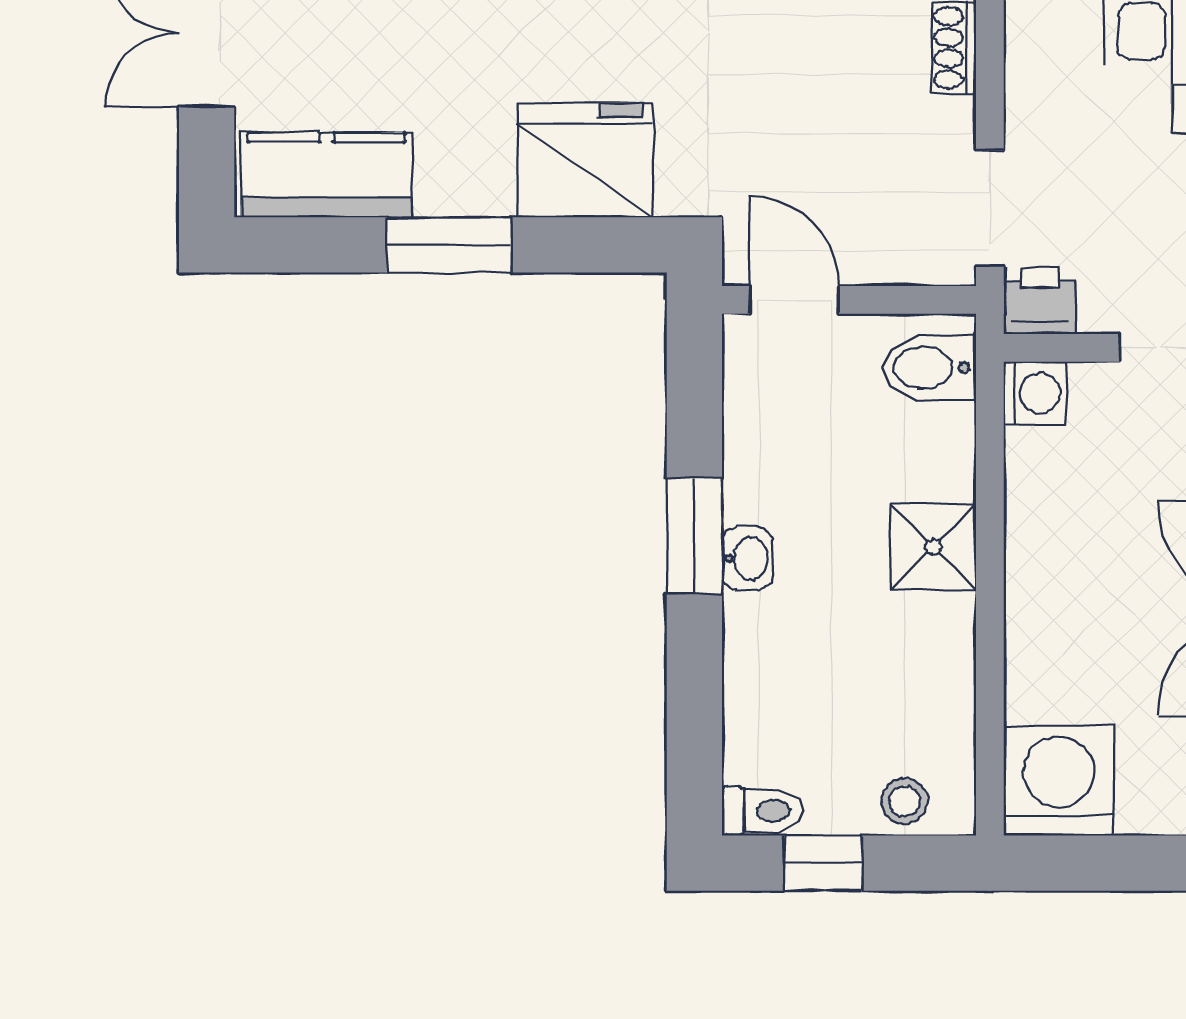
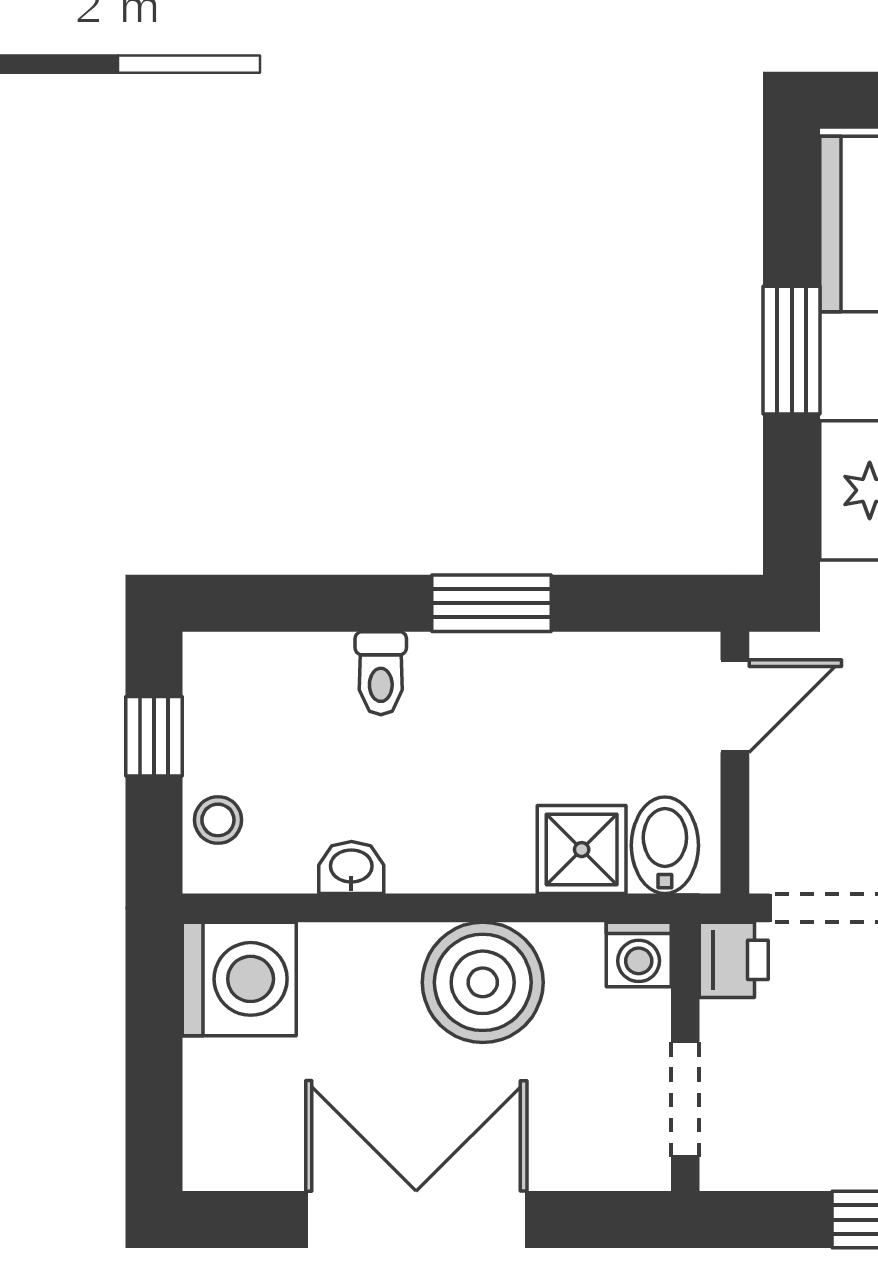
boiler: (1062, 544) -> (483, 982), added
shower: (933, 547) -> (582, 850), moved
washbasin: (747, 558) -> (351, 868), moved, turned 180
toilet: (762, 811) -> (381, 673), moved

